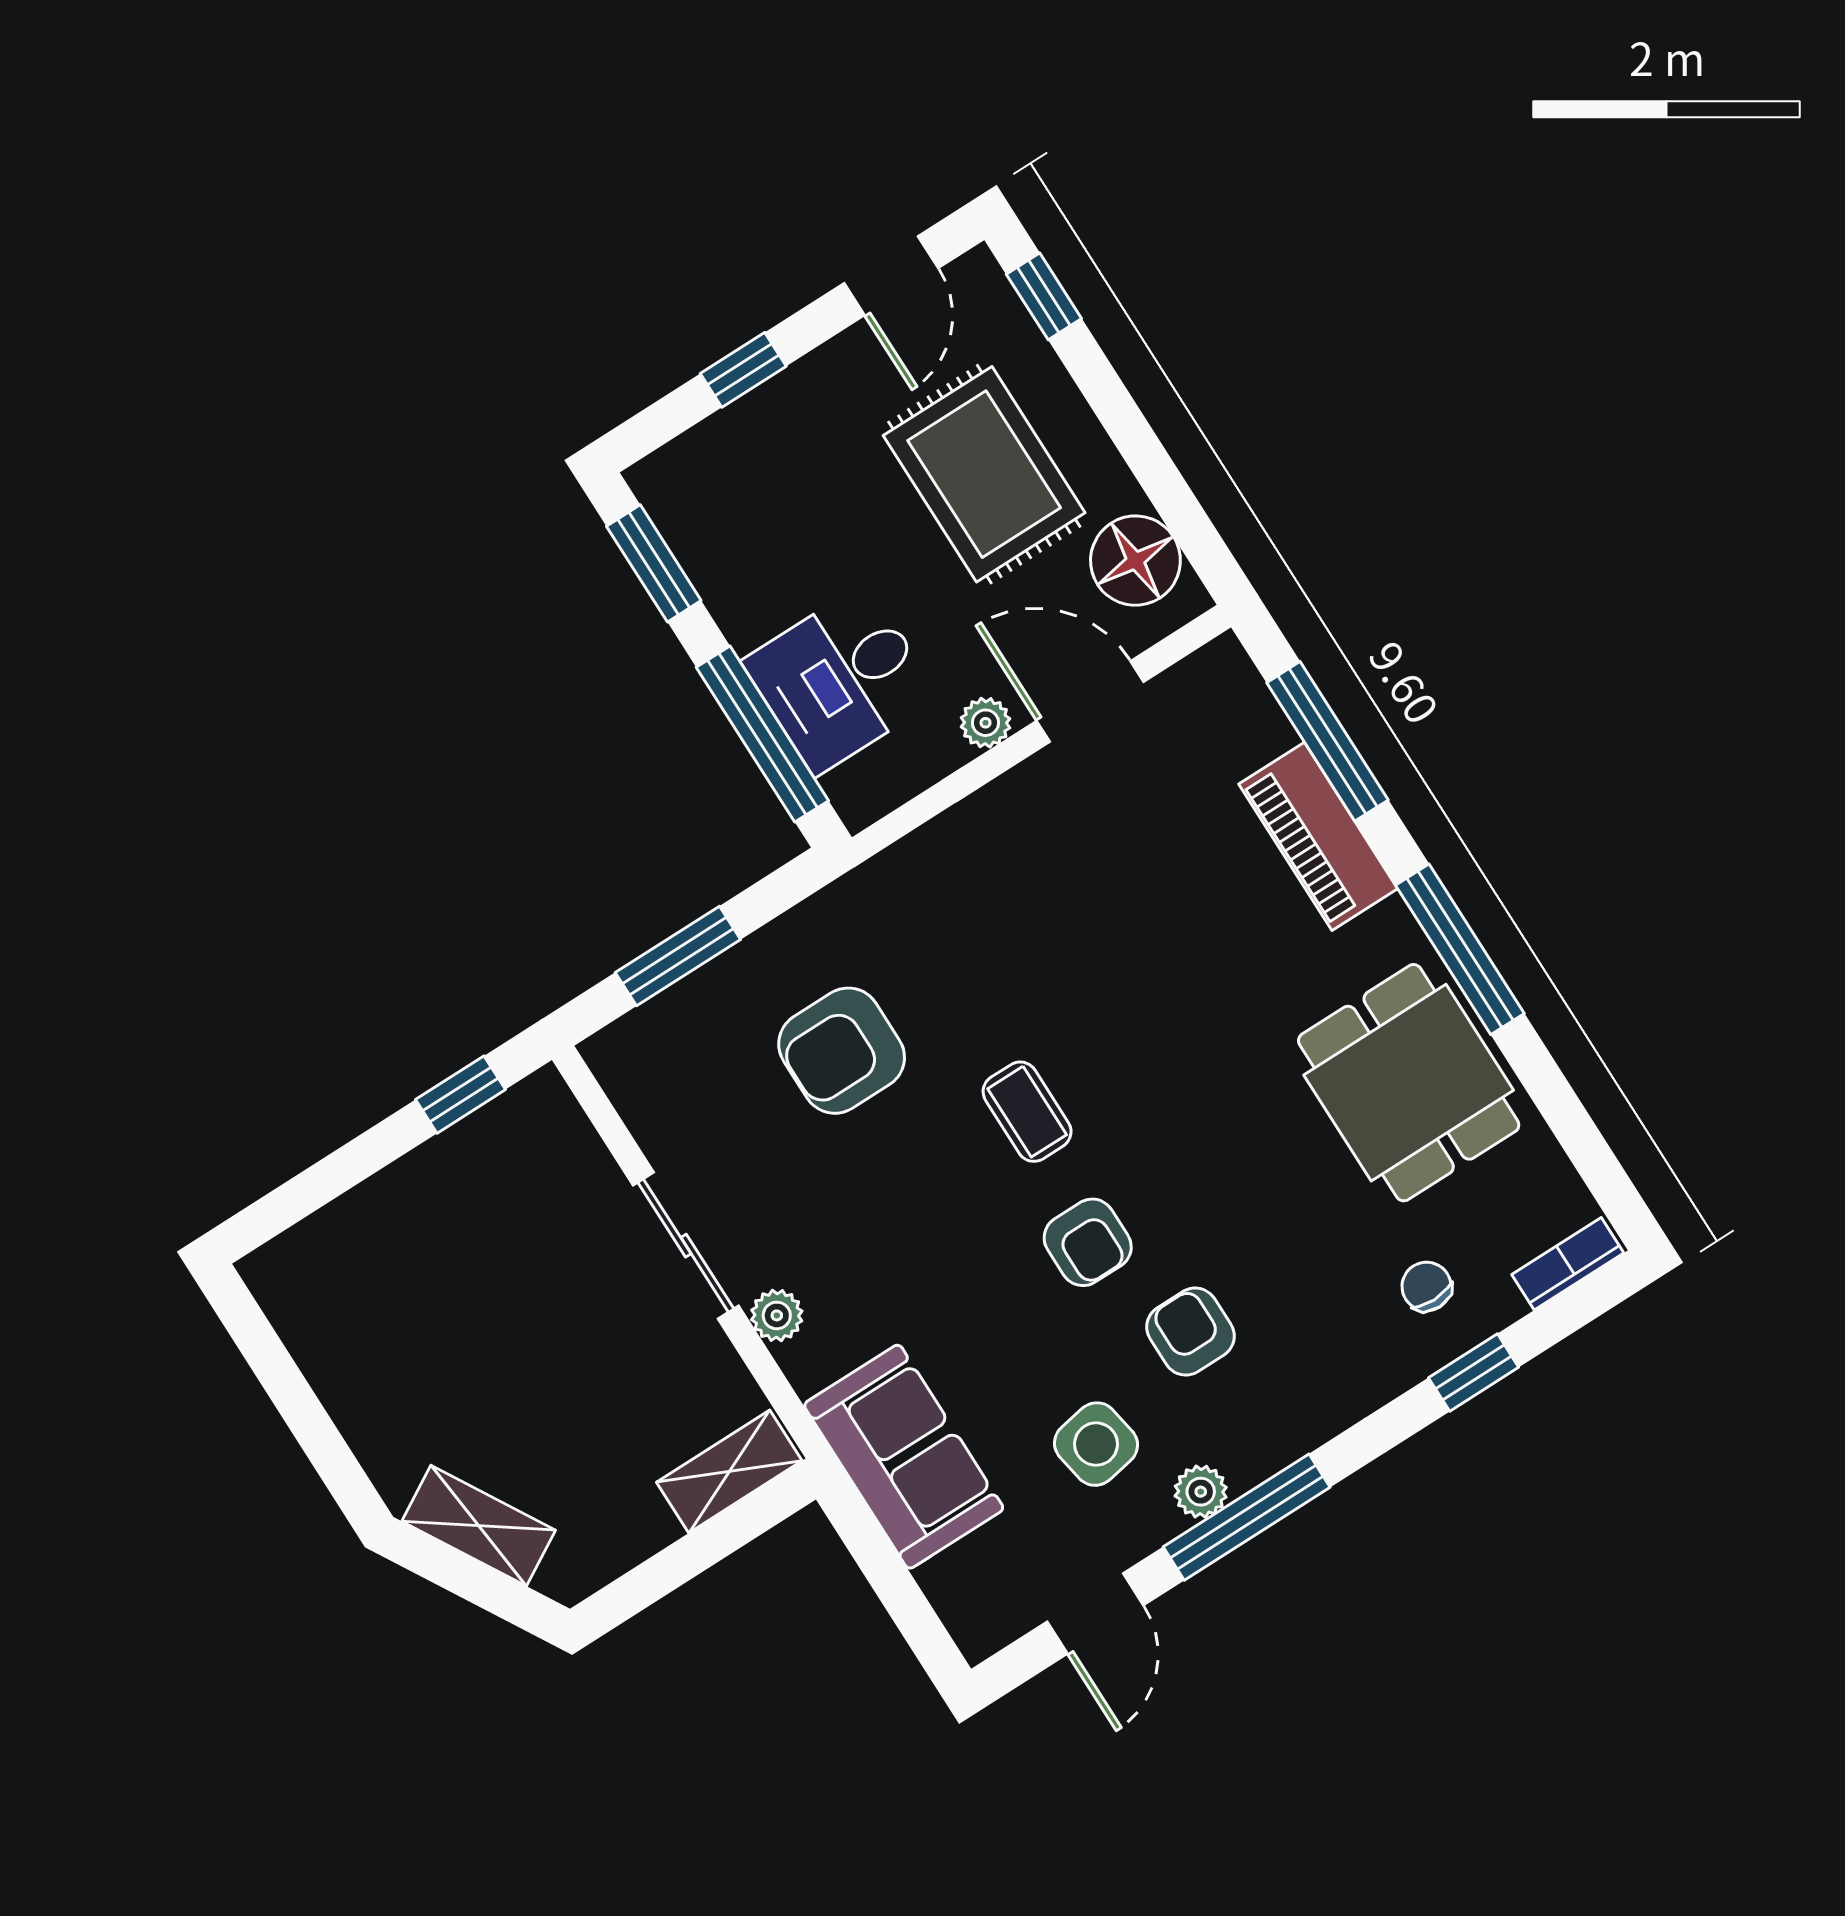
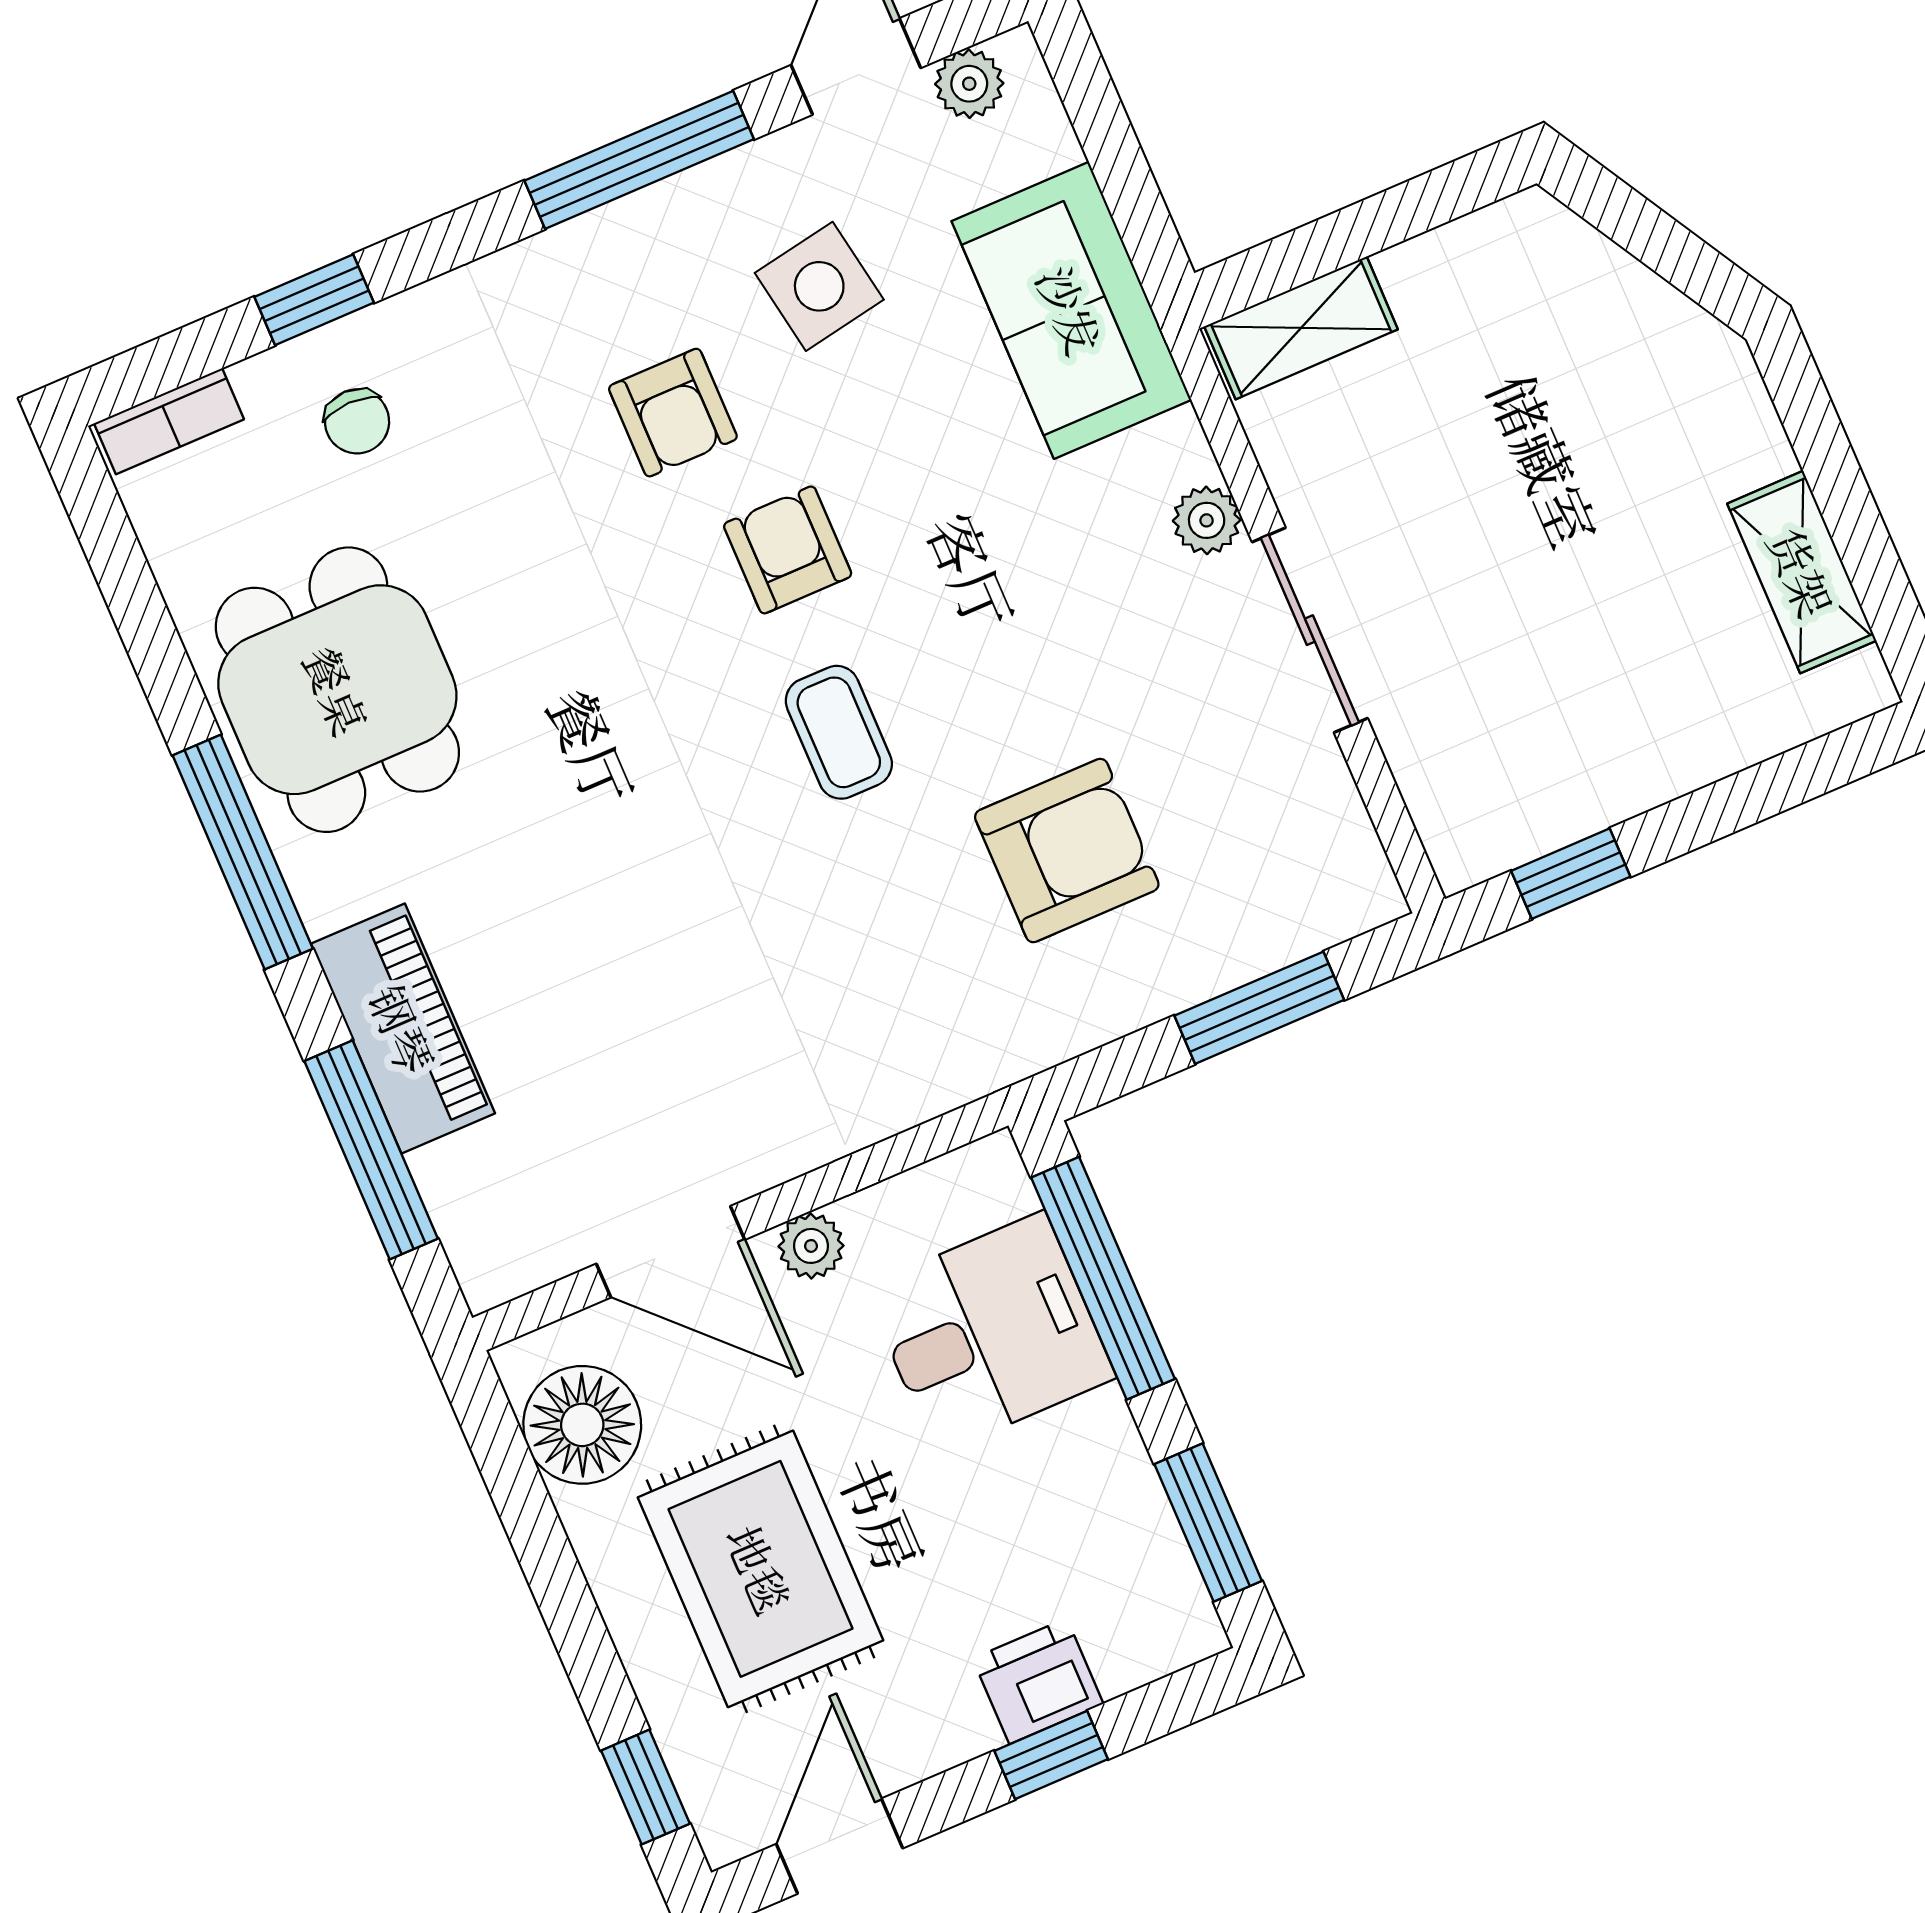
printer: (762, 424) -> (1038, 1681), added
plant: (1201, 1492) -> (969, 84), moved
shelving: (479, 1526) -> (1802, 572), moved, turned 30

